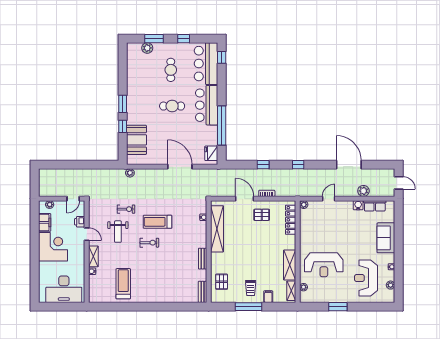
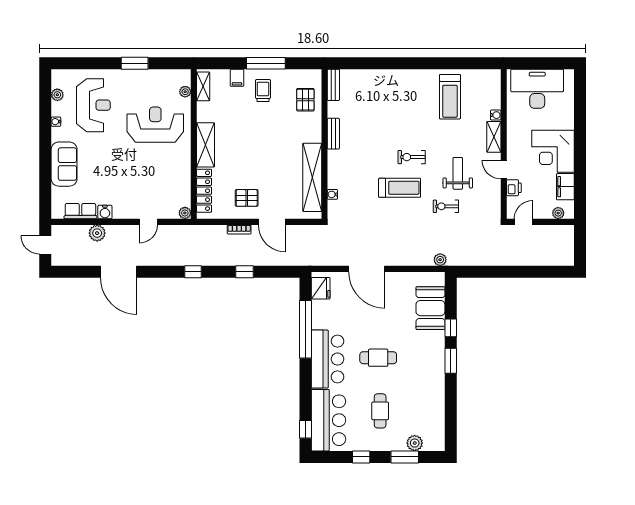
shelving: (290, 265) -> (206, 145), moved

